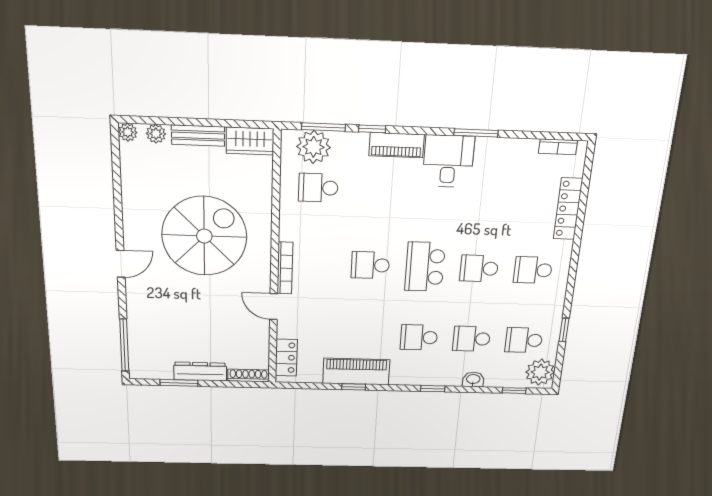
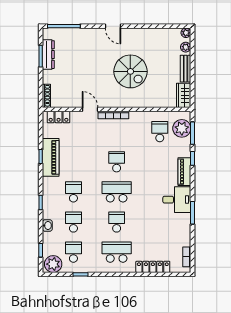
spiral stairs: (204, 236) -> (130, 71), width x0.73, depth x0.73
school desk: (533, 270) -> (117, 252), width x1.85
door: (274, 307) -> (90, 109), hinge flipped
dresser: (200, 372) -> (48, 55), moved

